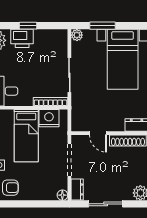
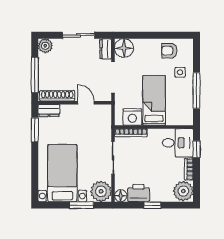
plant: (77, 35) -> (101, 191), width x1.87, depth x1.87
floor lamp: (61, 36) -> (121, 196), added
printer: (22, 38) -> (139, 193), moved
floor lamp: (62, 195) -> (124, 48), width x1.89, depth x1.89

